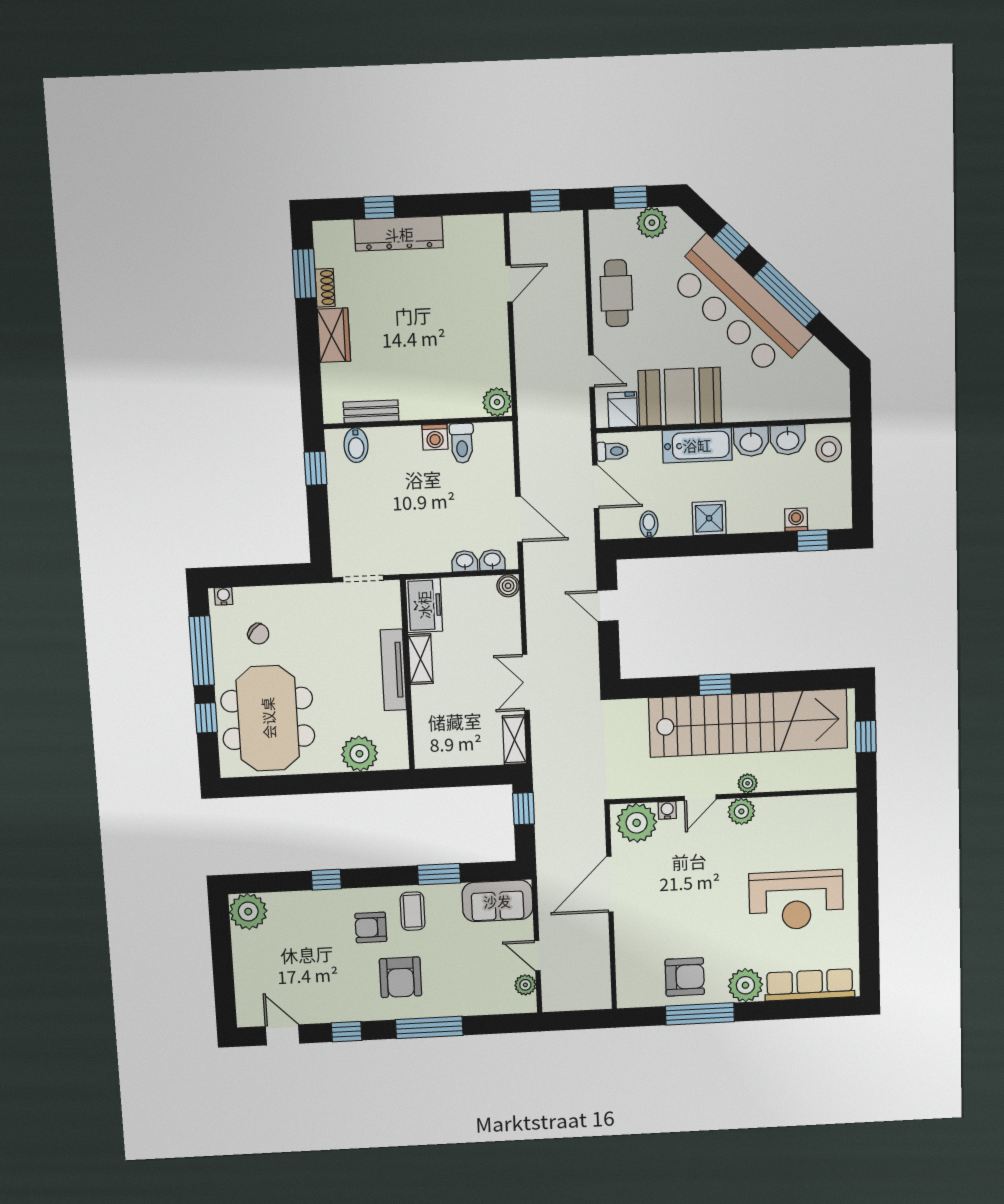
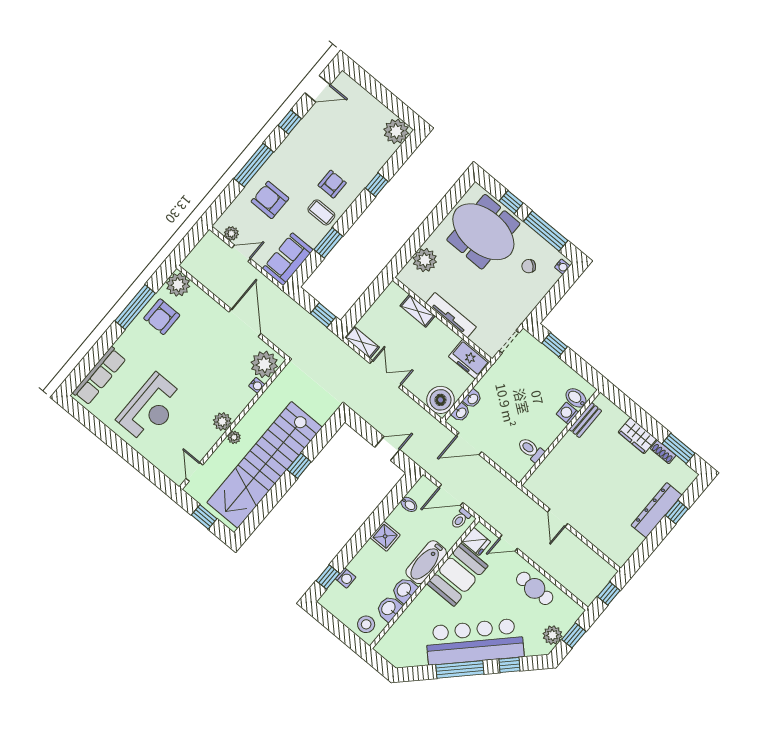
door: (509, 284) -> (558, 518), moved
plant: (497, 402) -> (535, 484), removed
washing machine: (435, 437) -> (567, 413), moved
window: (316, 468) -> (555, 345), moved
boiler: (508, 586) -> (441, 400), width x1.86, depth x1.86
shelving: (420, 659) -> (418, 311), moved
door: (700, 798) -> (194, 472), moved
reception desk: (796, 900) -> (151, 408), turned 180
armchair: (401, 977) -> (270, 200), moved
plant: (745, 985) -> (178, 285), moved

